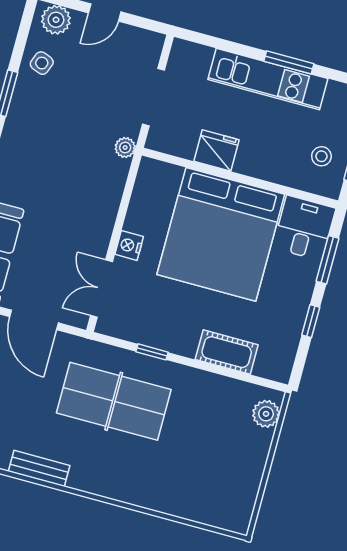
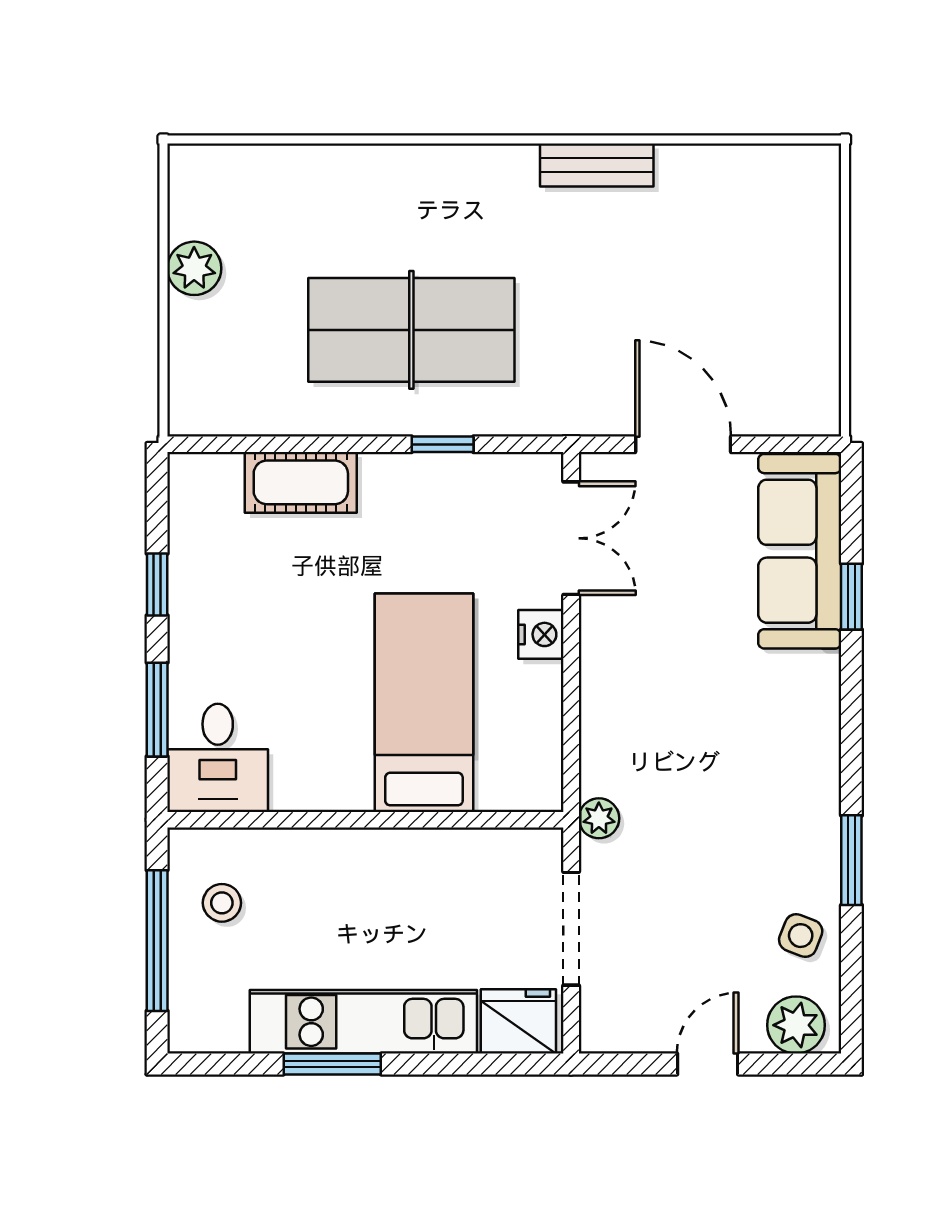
fridge: (217, 150) -> (518, 1021), moved, turned 180
bed: (221, 234) -> (424, 703), width x0.49
table tennis table: (114, 401) -> (411, 330), moved
plant: (266, 414) -> (194, 268), moved

